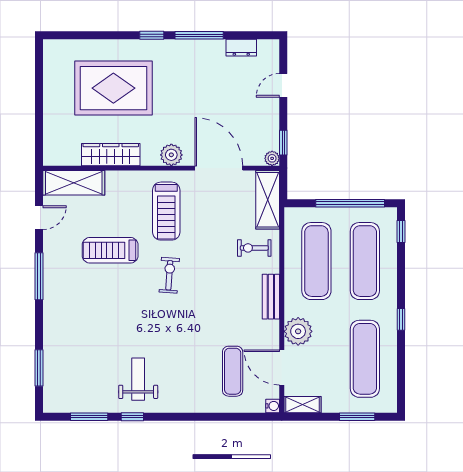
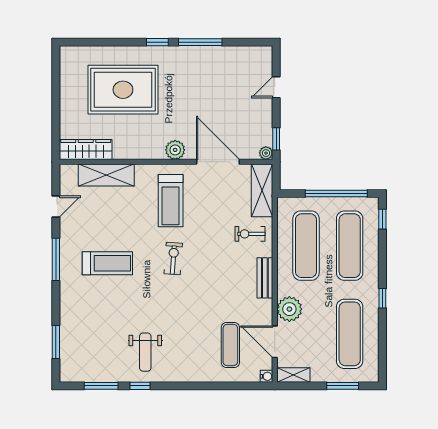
dresser: (241, 48) -> (238, 53), removed
wardrobe: (111, 155) -> (86, 150), moved
shelving: (74, 183) -> (106, 175), moved
treadmill: (110, 250) -> (107, 263), moved, turned 180
weight bench: (138, 379) -> (145, 352), turned 180

